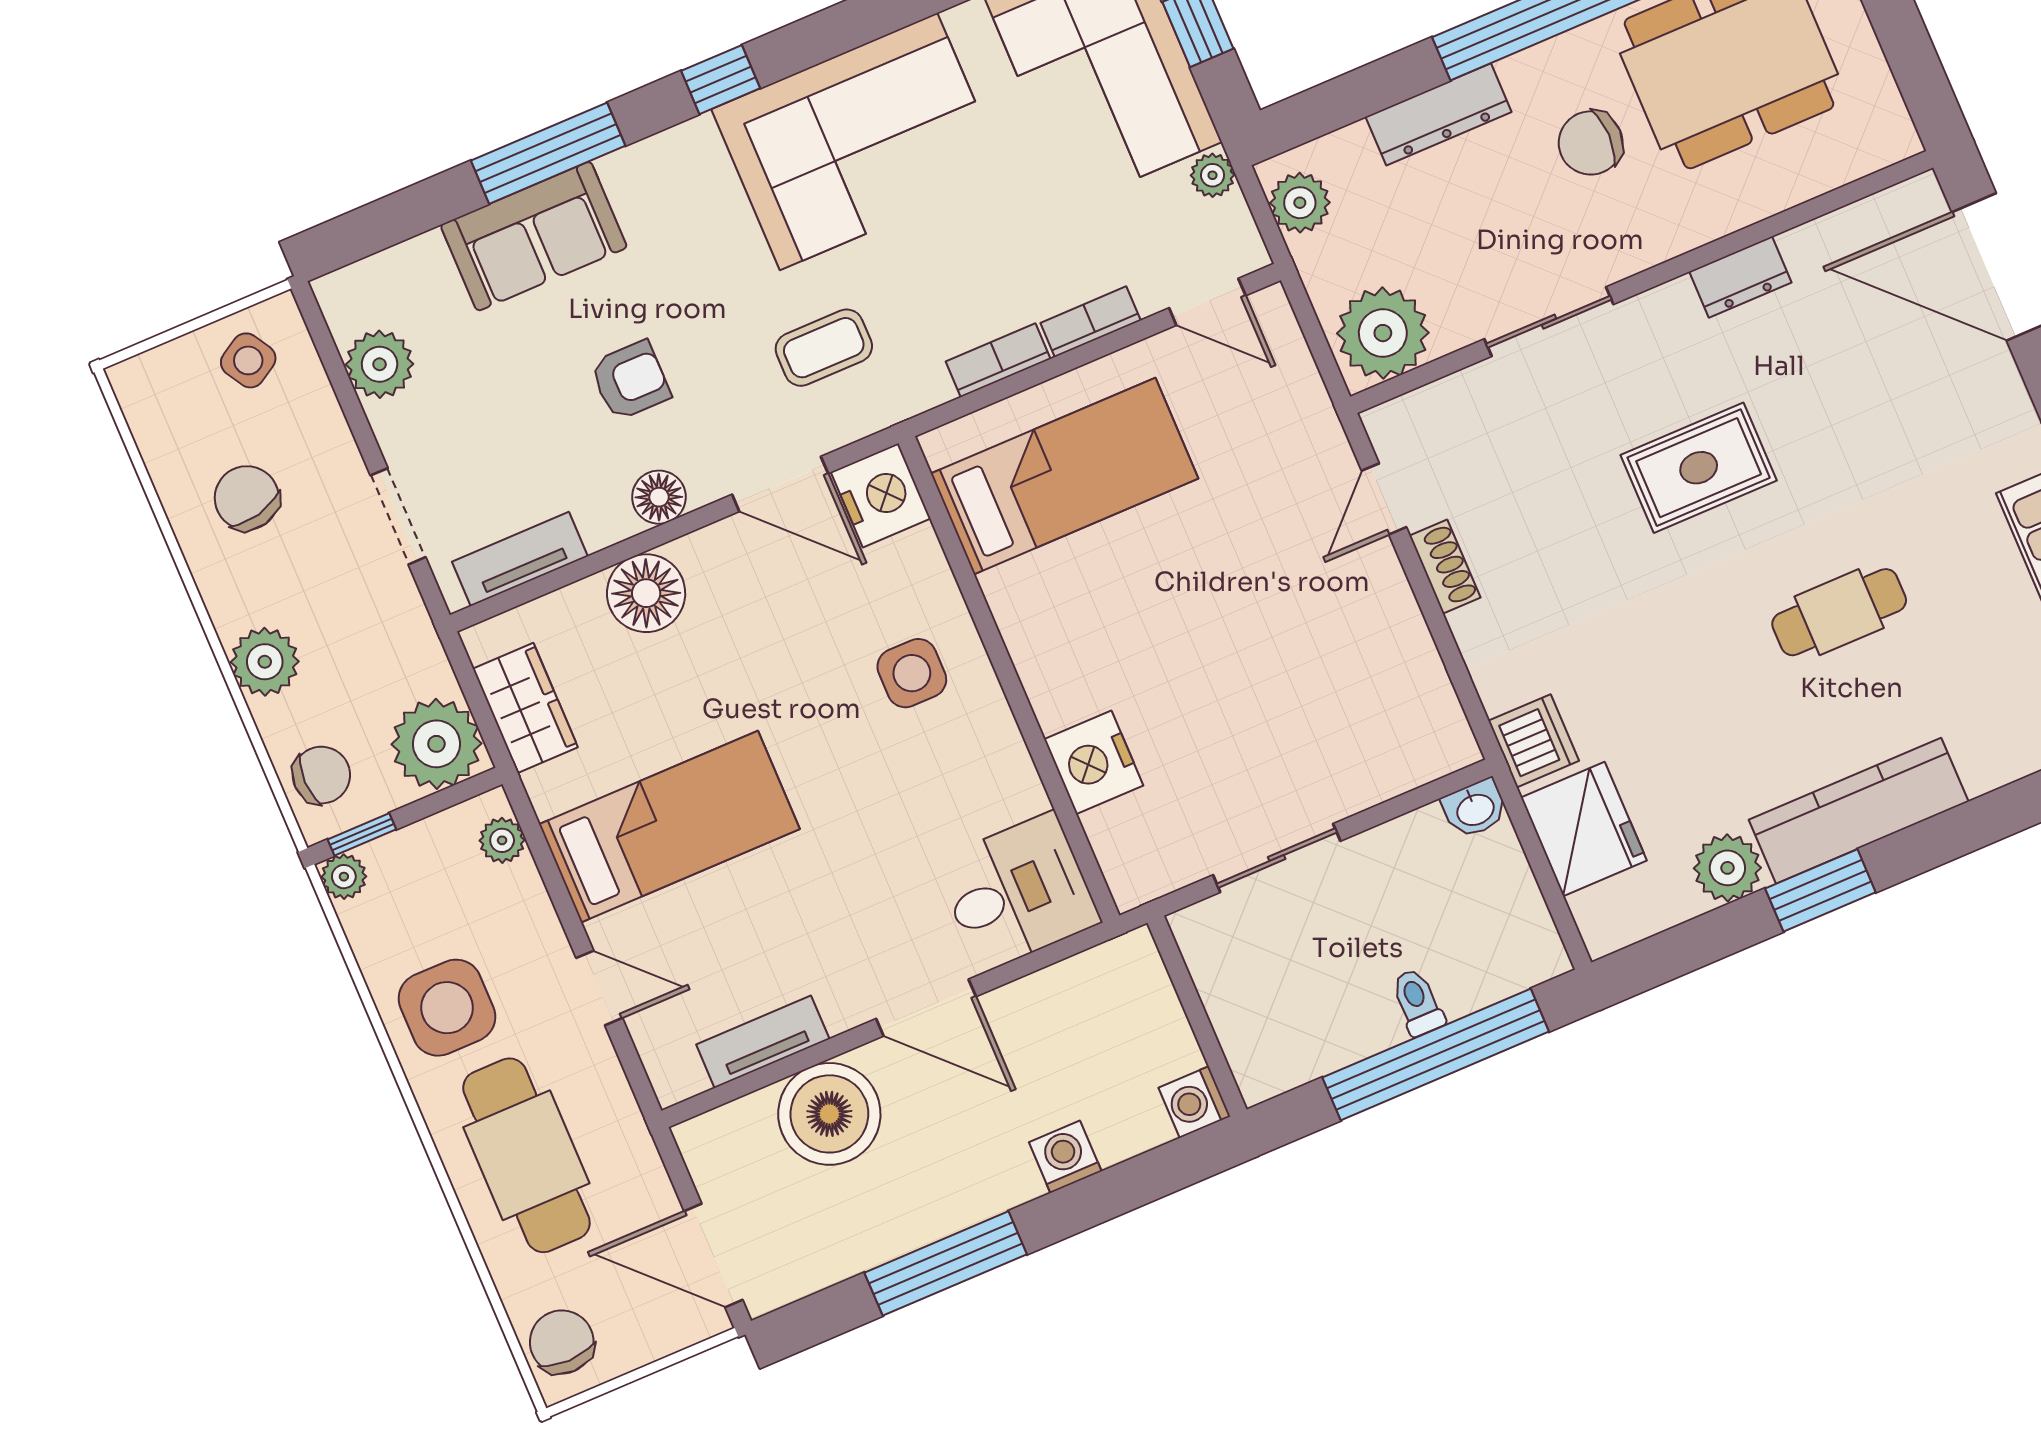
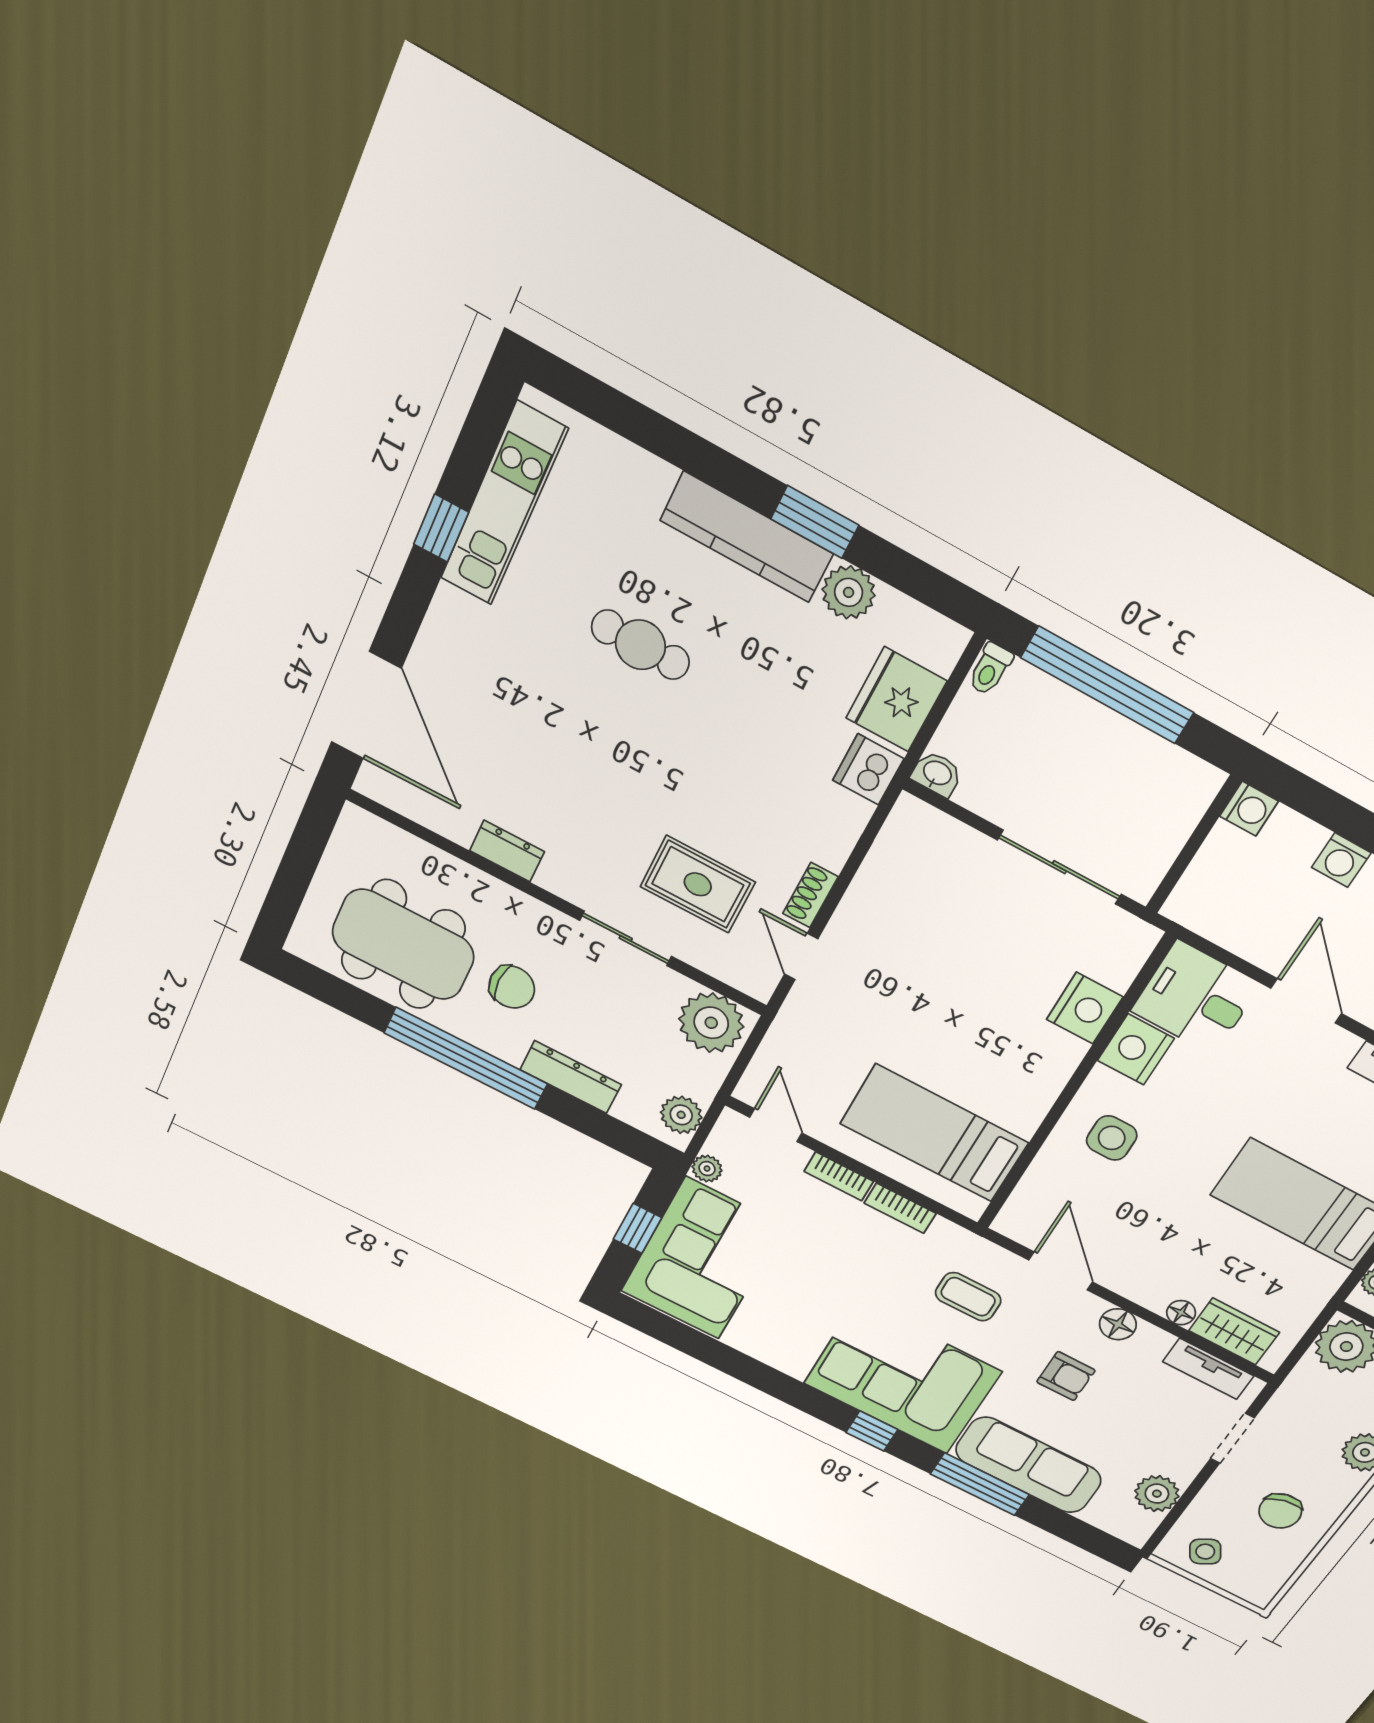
corner sofa: (859, 142) -> (903, 1377), moved
sofa: (534, 236) -> (1028, 1465), width x1.36
armchair: (630, 380) -> (1066, 1376), turned 180
rug: (1699, 468) -> (698, 884), moved
nightstand: (881, 495) -> (1136, 1049), moved
door: (1384, 499) -> (801, 956), swing flipped
floor lamp: (646, 593) -> (1181, 1313), width x0.53, depth x0.53
wardrobe: (525, 708) -> (1234, 1331), moved, turned 90
sliding door: (1277, 858) -> (1059, 867), width x1.37
toilet: (1418, 1002) -> (990, 669), moved

